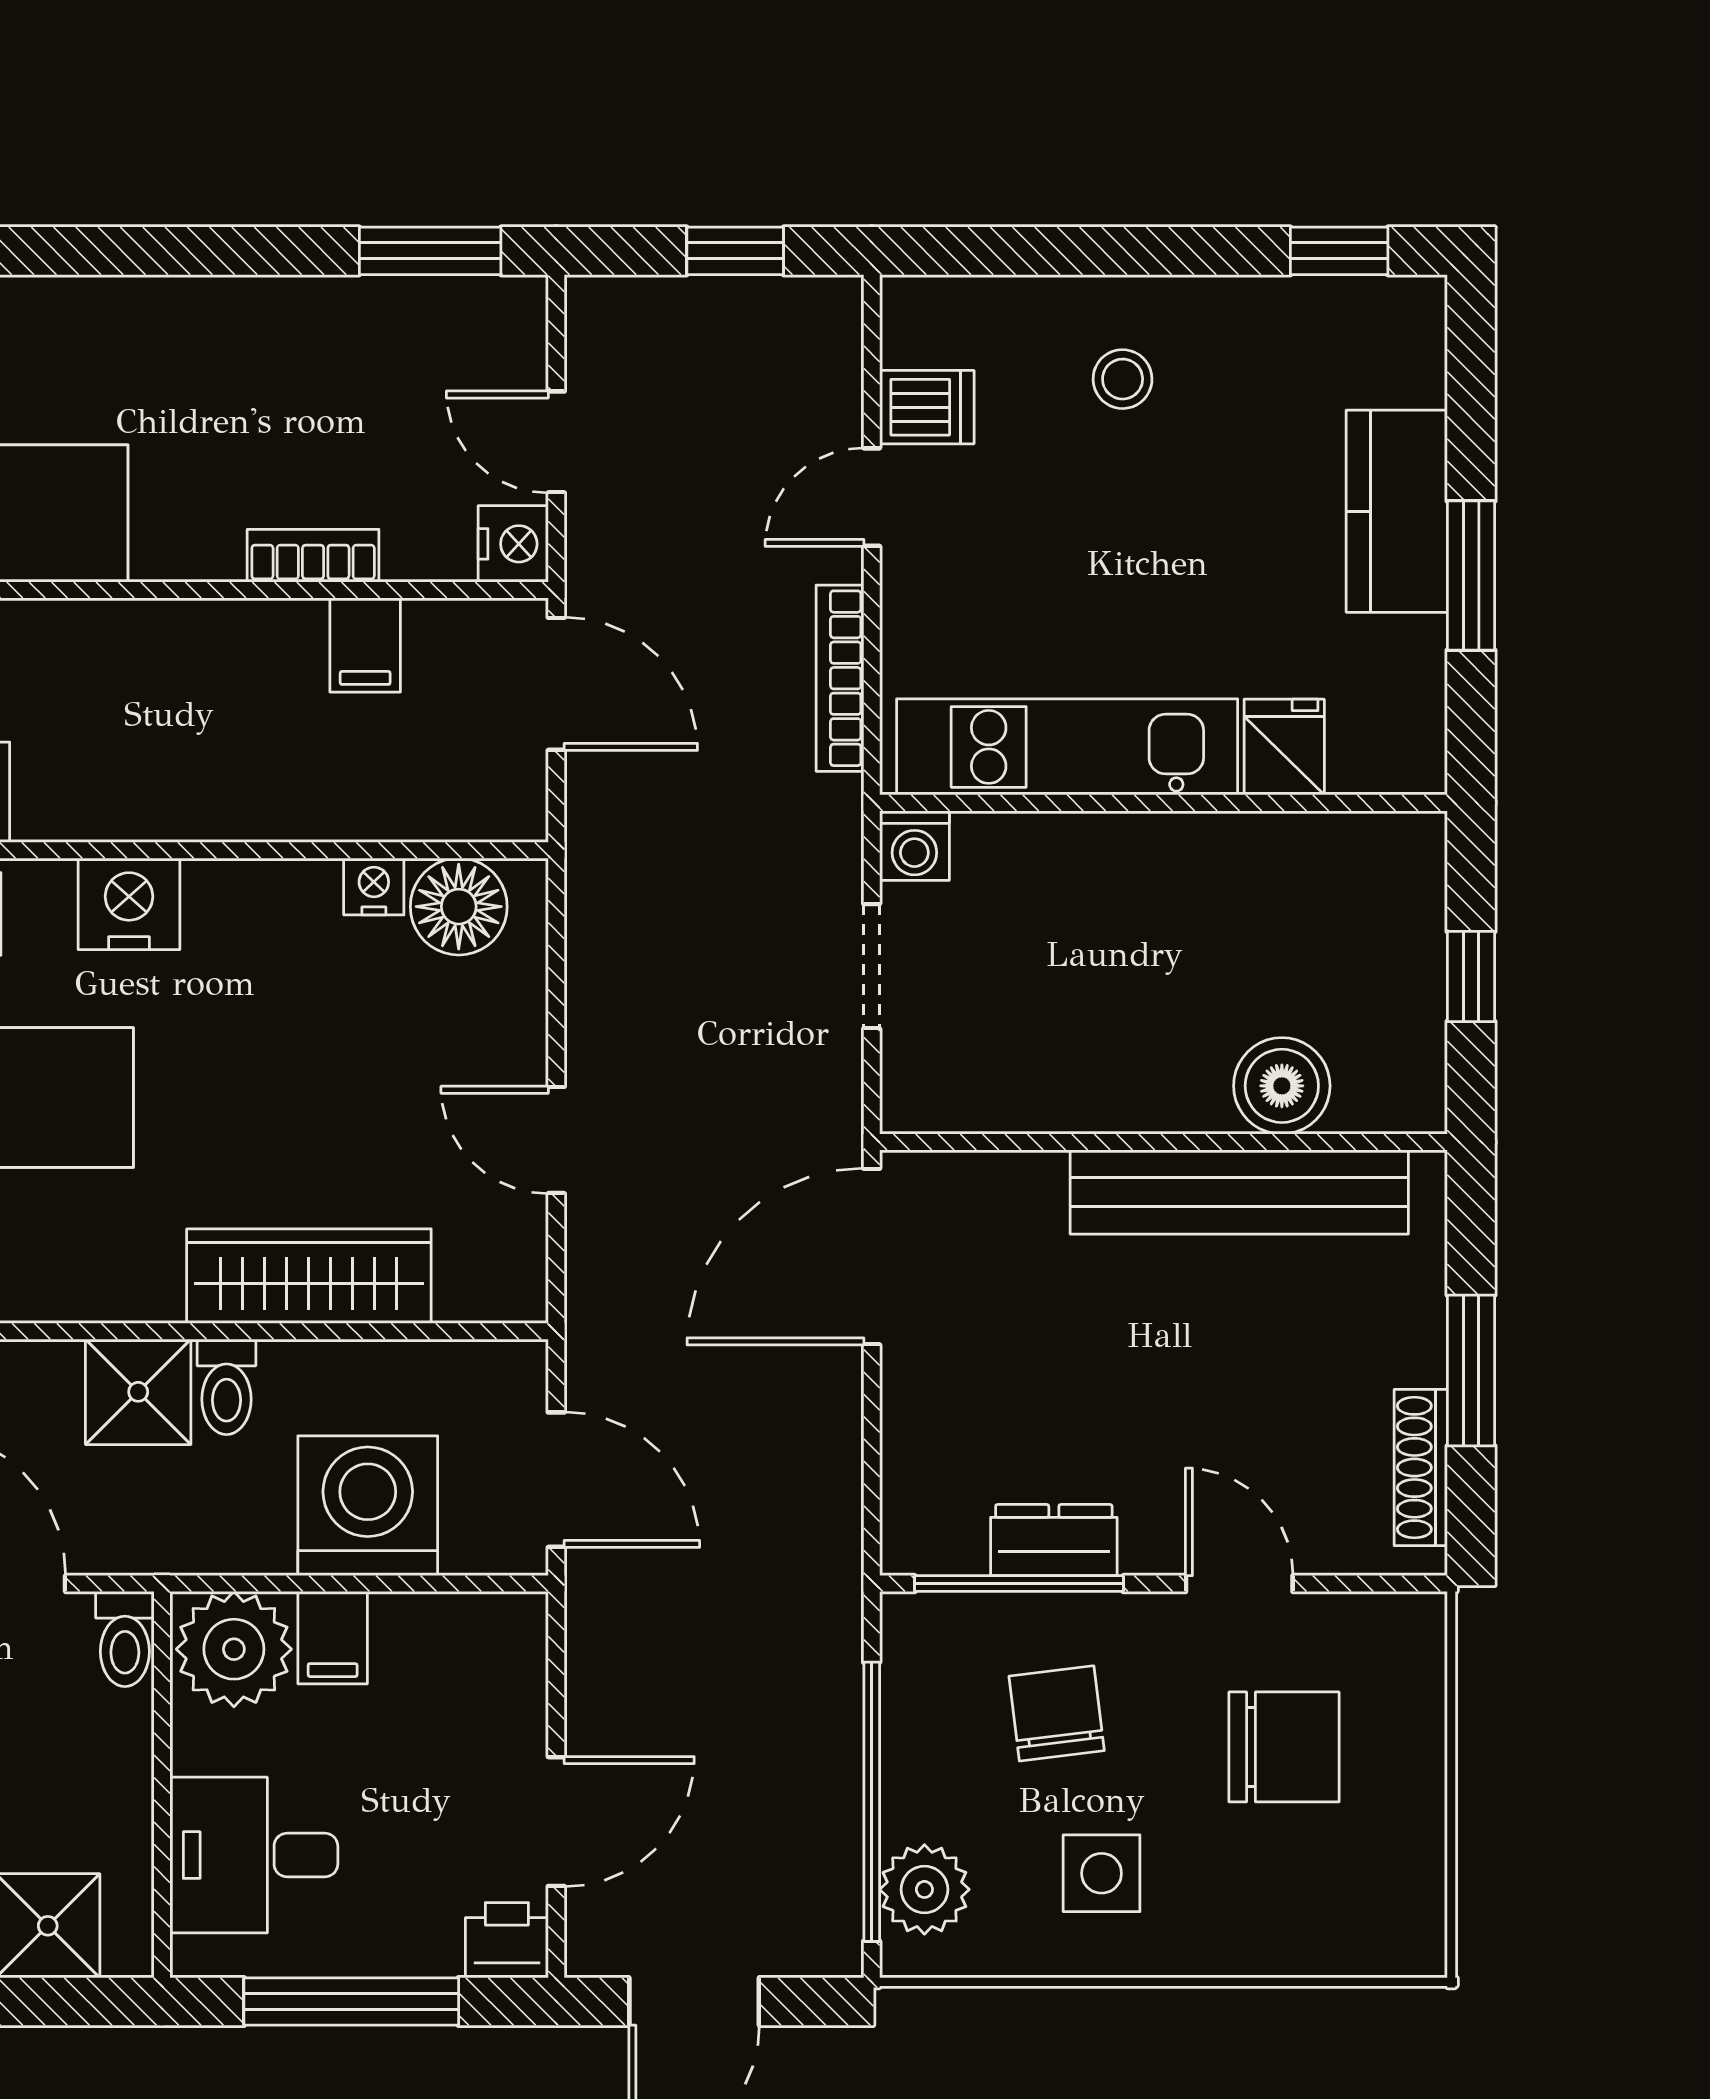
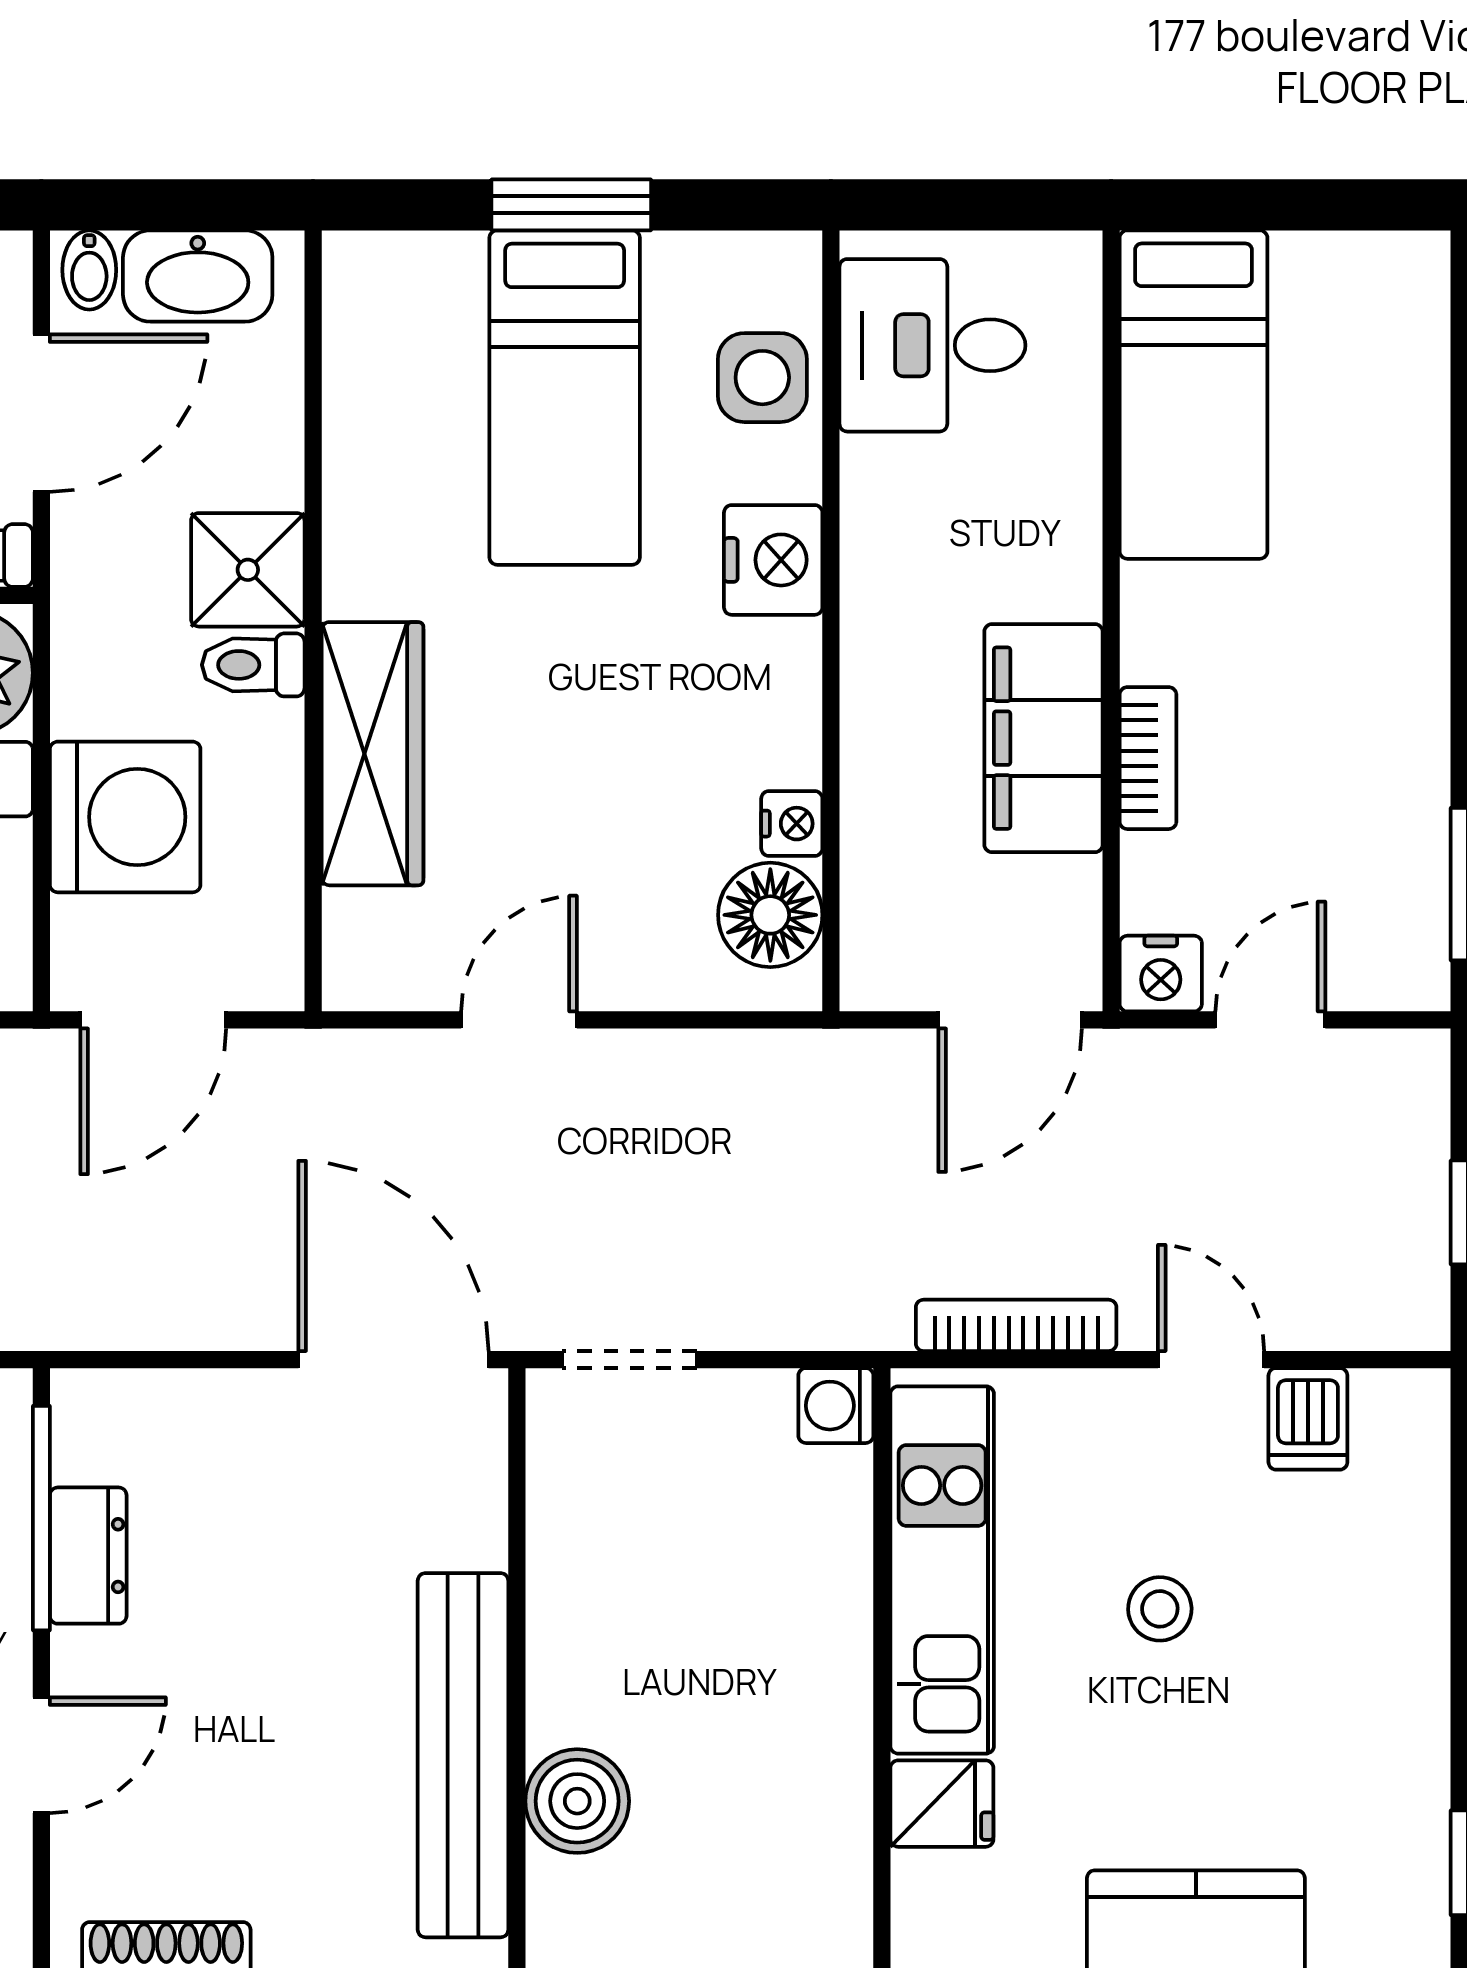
stool: (1123, 379) -> (1160, 1609), moved
filing cabinet: (365, 645) -> (1043, 738), width x3.00, depth x1.17
doorway: (872, 966) -> (629, 1360), moved

